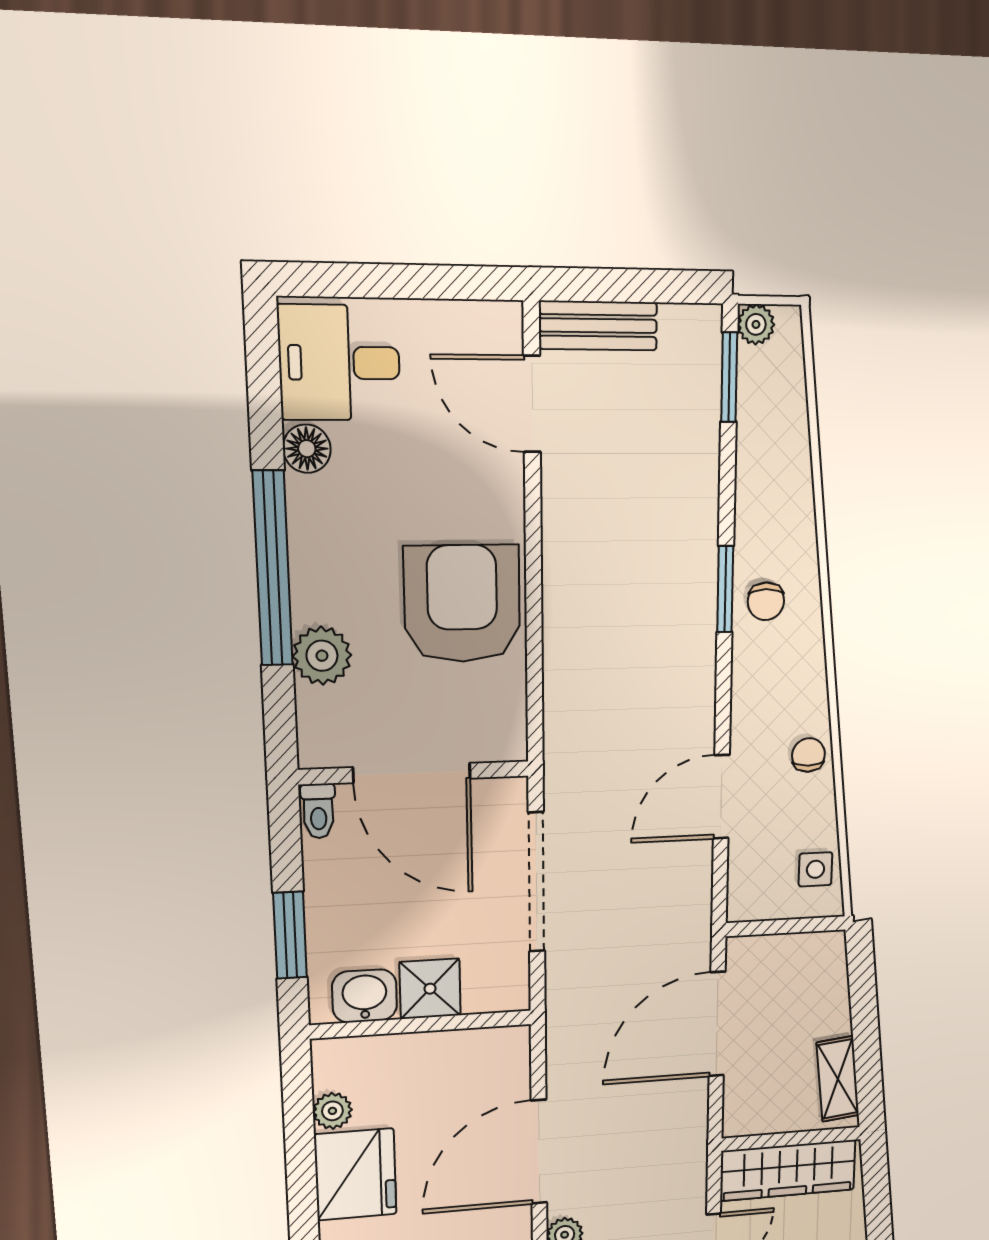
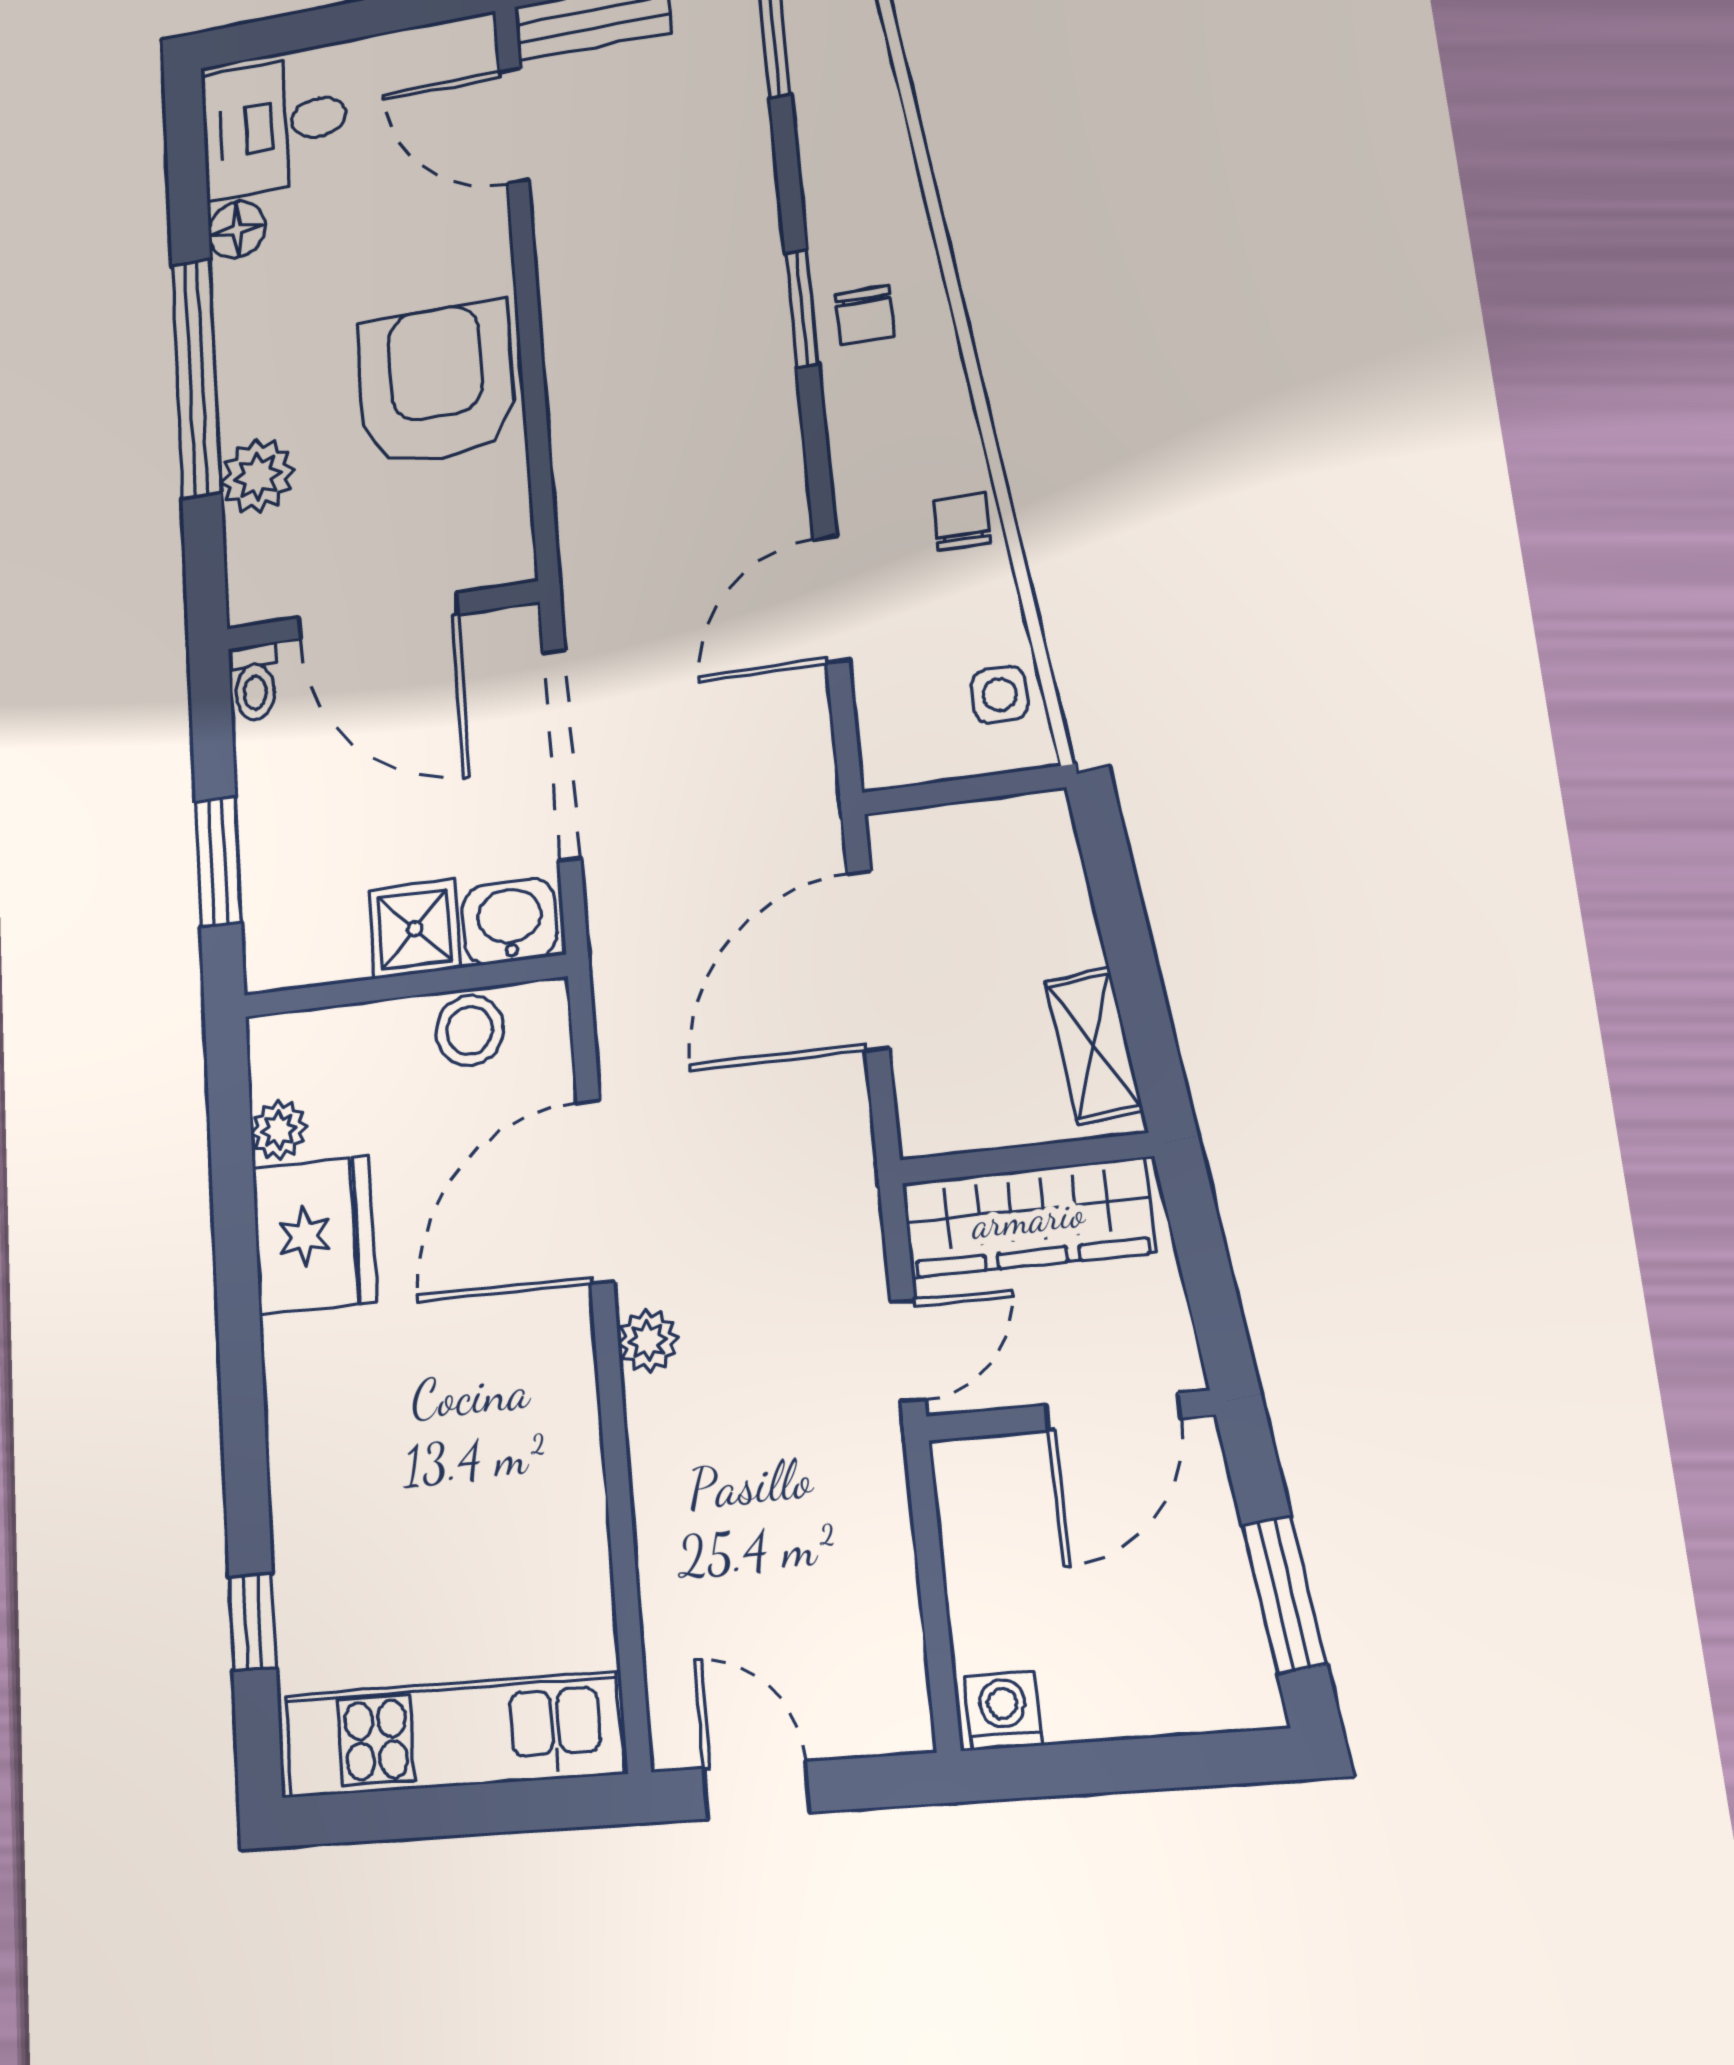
washbasin: (365, 996) -> (510, 921), moved
stool: (464, 1054) -> (470, 1031), added

